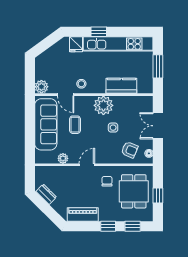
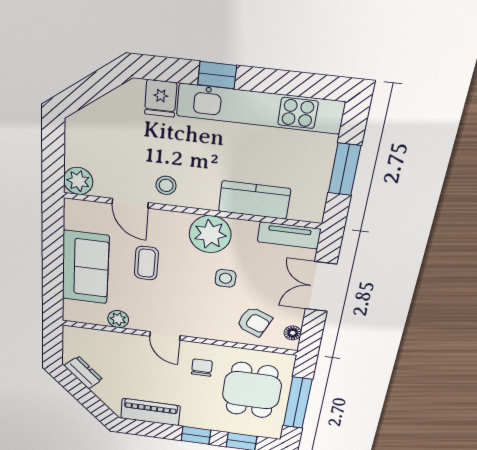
tv unit: (139, 101) -> (289, 235), added
sofa: (46, 124) -> (85, 267), width x0.73
door: (87, 165) -> (165, 336), swing flipped
window: (158, 196) -> (298, 403), width x2.17

